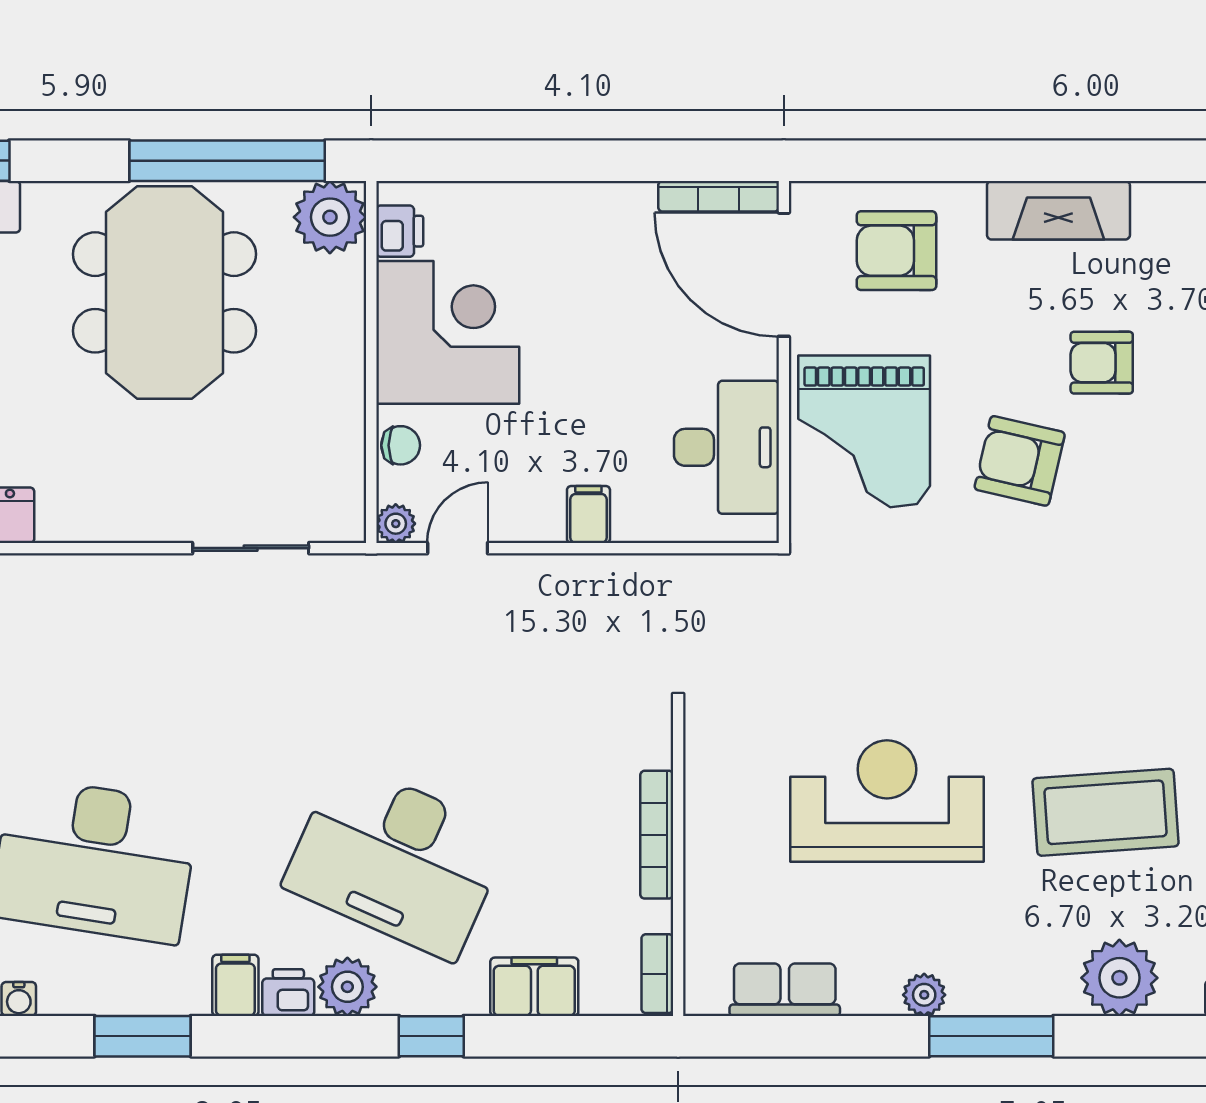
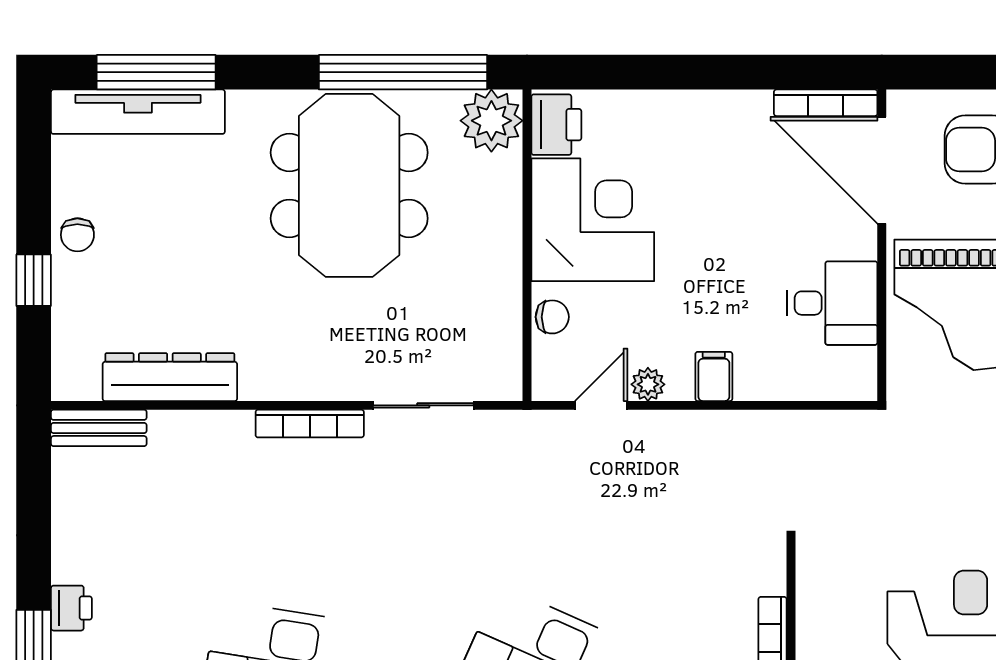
printer: (400, 231) -> (556, 125), width x1.36, depth x1.24
desk: (726, 447) -> (832, 303), width x0.73
plant: (396, 524) -> (648, 384), moved
bookcase: (119, 569) -> (310, 424), added

